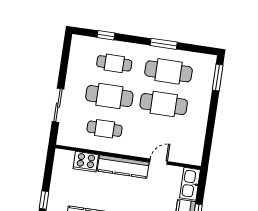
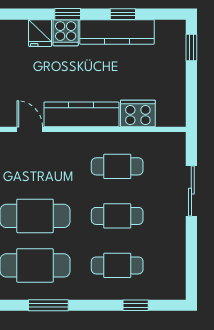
cafe table: (109, 96) -> (117, 216), width x0.73, depth x0.74
door: (159, 162) -> (30, 129), swing flipped

